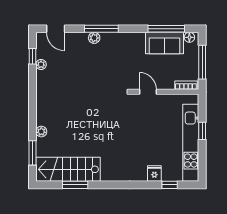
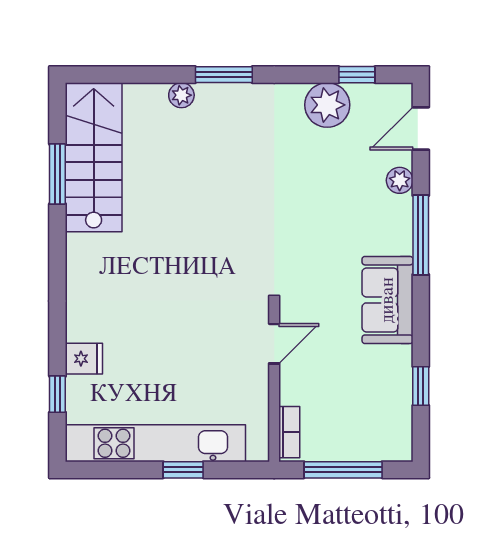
window: (166, 29) -> (421, 386), width x0.46
floor lamp: (189, 37) -> (401, 440), removed
plant: (94, 38) -> (400, 180), moved
sofa: (164, 43) -> (388, 300), moved
plant: (41, 64) -> (327, 105), width x1.88, depth x1.88
window: (32, 153) -> (224, 75), moved

